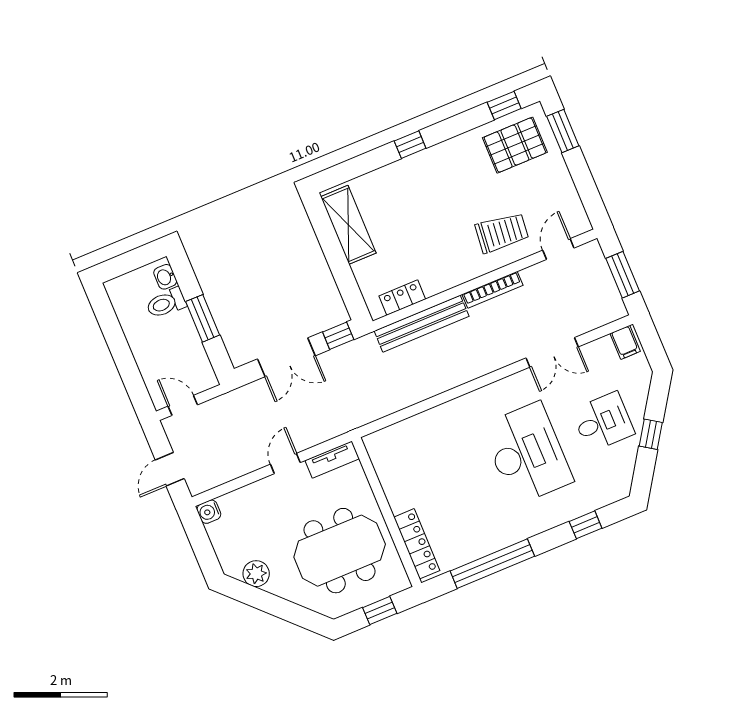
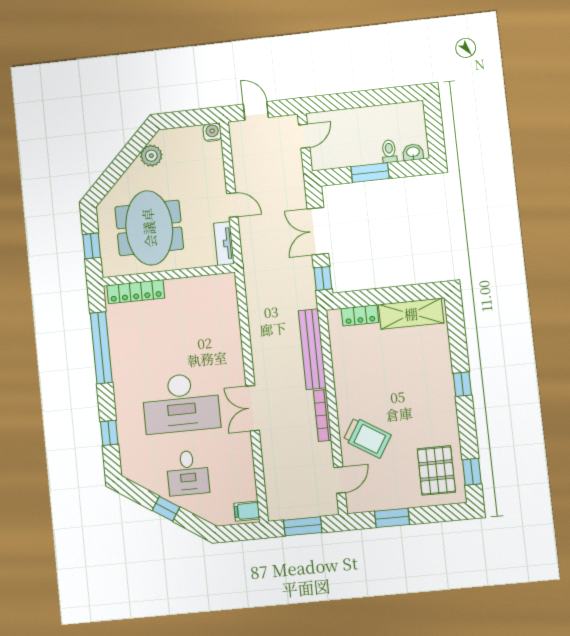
window: (563, 131) -> (392, 518), moved
trolley: (502, 233) -> (367, 438), turned -64
door: (558, 249) -> (340, 480), hinge flipped
locker: (402, 298) -> (360, 315), moved, turned 90
toilet: (166, 303) -> (389, 151), width x0.73, depth x0.72
double door: (552, 352) -> (253, 408), moved

